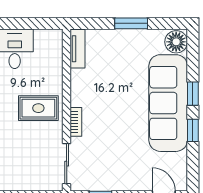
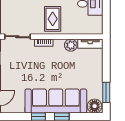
window: (131, 23) -> (106, 92), moved
plant: (80, 79) -> (71, 45), added

